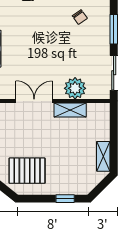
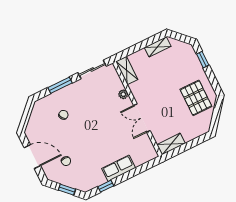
plant: (75, 88) -> (123, 94), width x0.53, depth x0.53
shelving: (70, 110) -> (127, 71), moved

